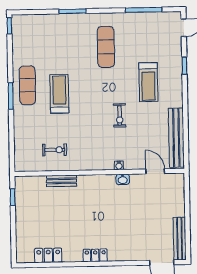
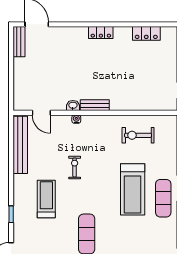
treadmill: (59, 94) -> (133, 189), width x1.37, depth x1.38
exercise bike: (55, 150) -> (138, 135), width x1.38, depth x1.39
bench: (62, 181) -> (95, 105), moved
bench: (180, 239) -> (19, 42), width x0.73

